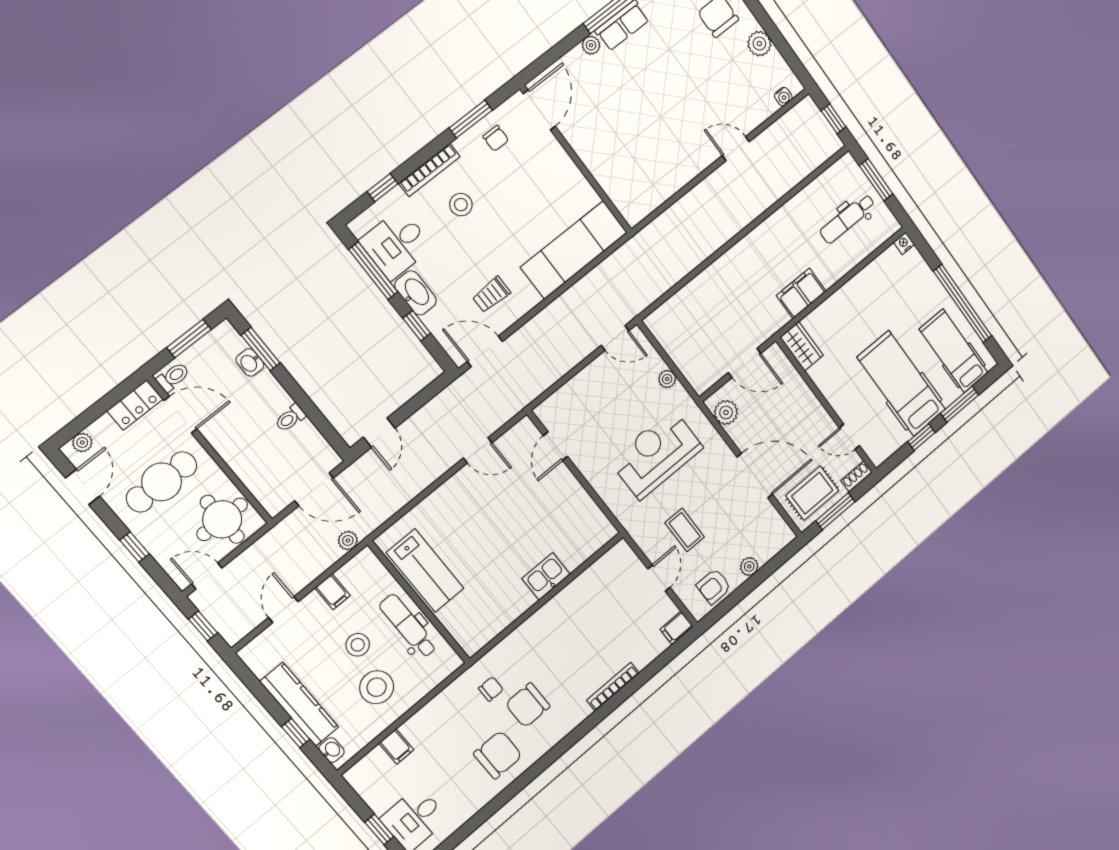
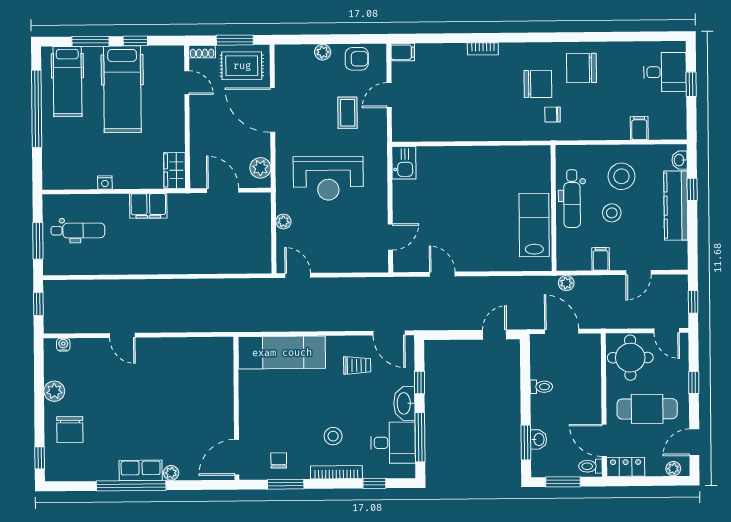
nightstand: (904, 243) -> (105, 182), moved
kitchen sink: (546, 576) -> (404, 163), moved, turned -90
bookcase: (613, 687) -> (483, 49), width x0.64

